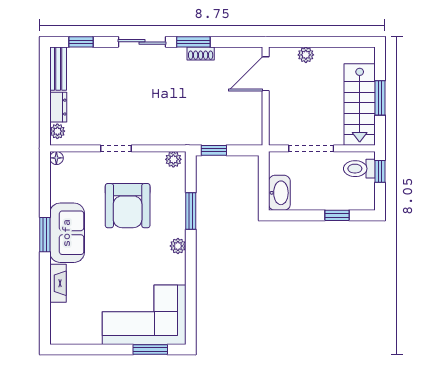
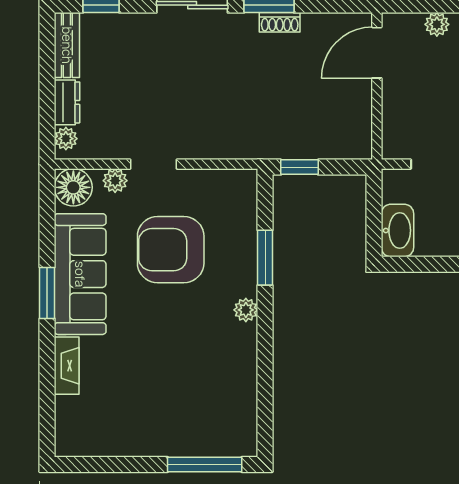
floor lamp: (56, 158) -> (73, 187), width x1.89, depth x1.89
plant: (173, 159) -> (115, 181), moved
armchair: (128, 206) -> (171, 250), turned 90
sofa: (67, 233) -> (80, 274), width x1.36
corner sofa: (144, 315) -> (195, 413), removed
window: (150, 349) -> (205, 465), width x1.44

